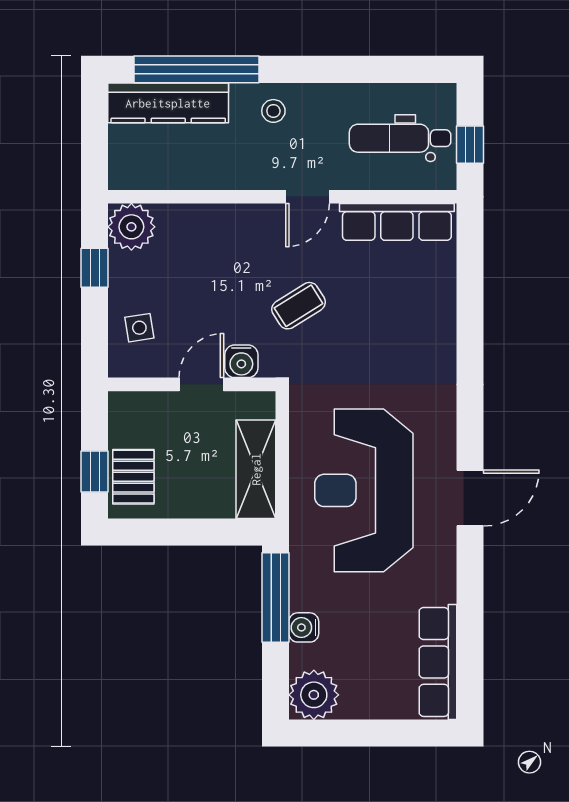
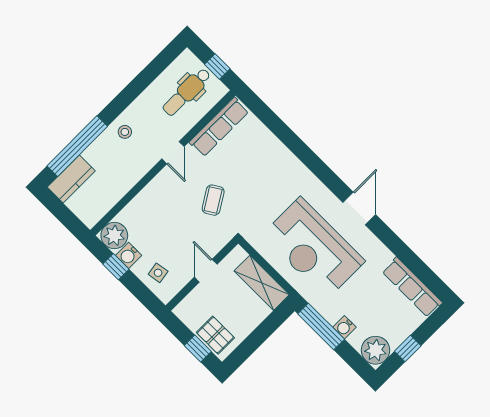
kitchen counter: (168, 103) -> (71, 179), width x0.67
water cooler: (241, 361) -> (129, 255), moved, turned 90
window: (356, 733) -> (408, 349), added

